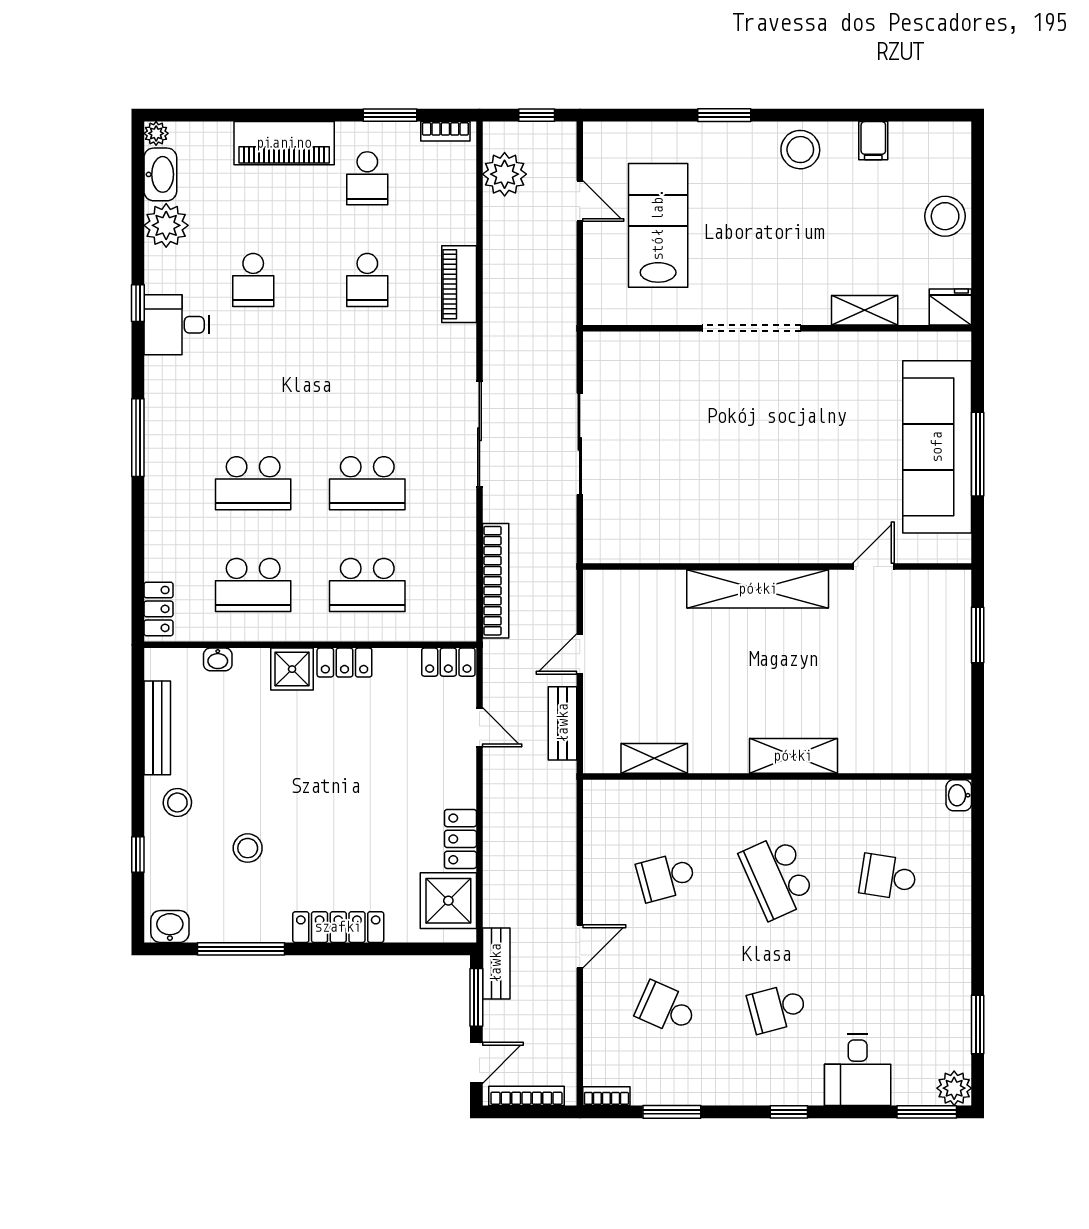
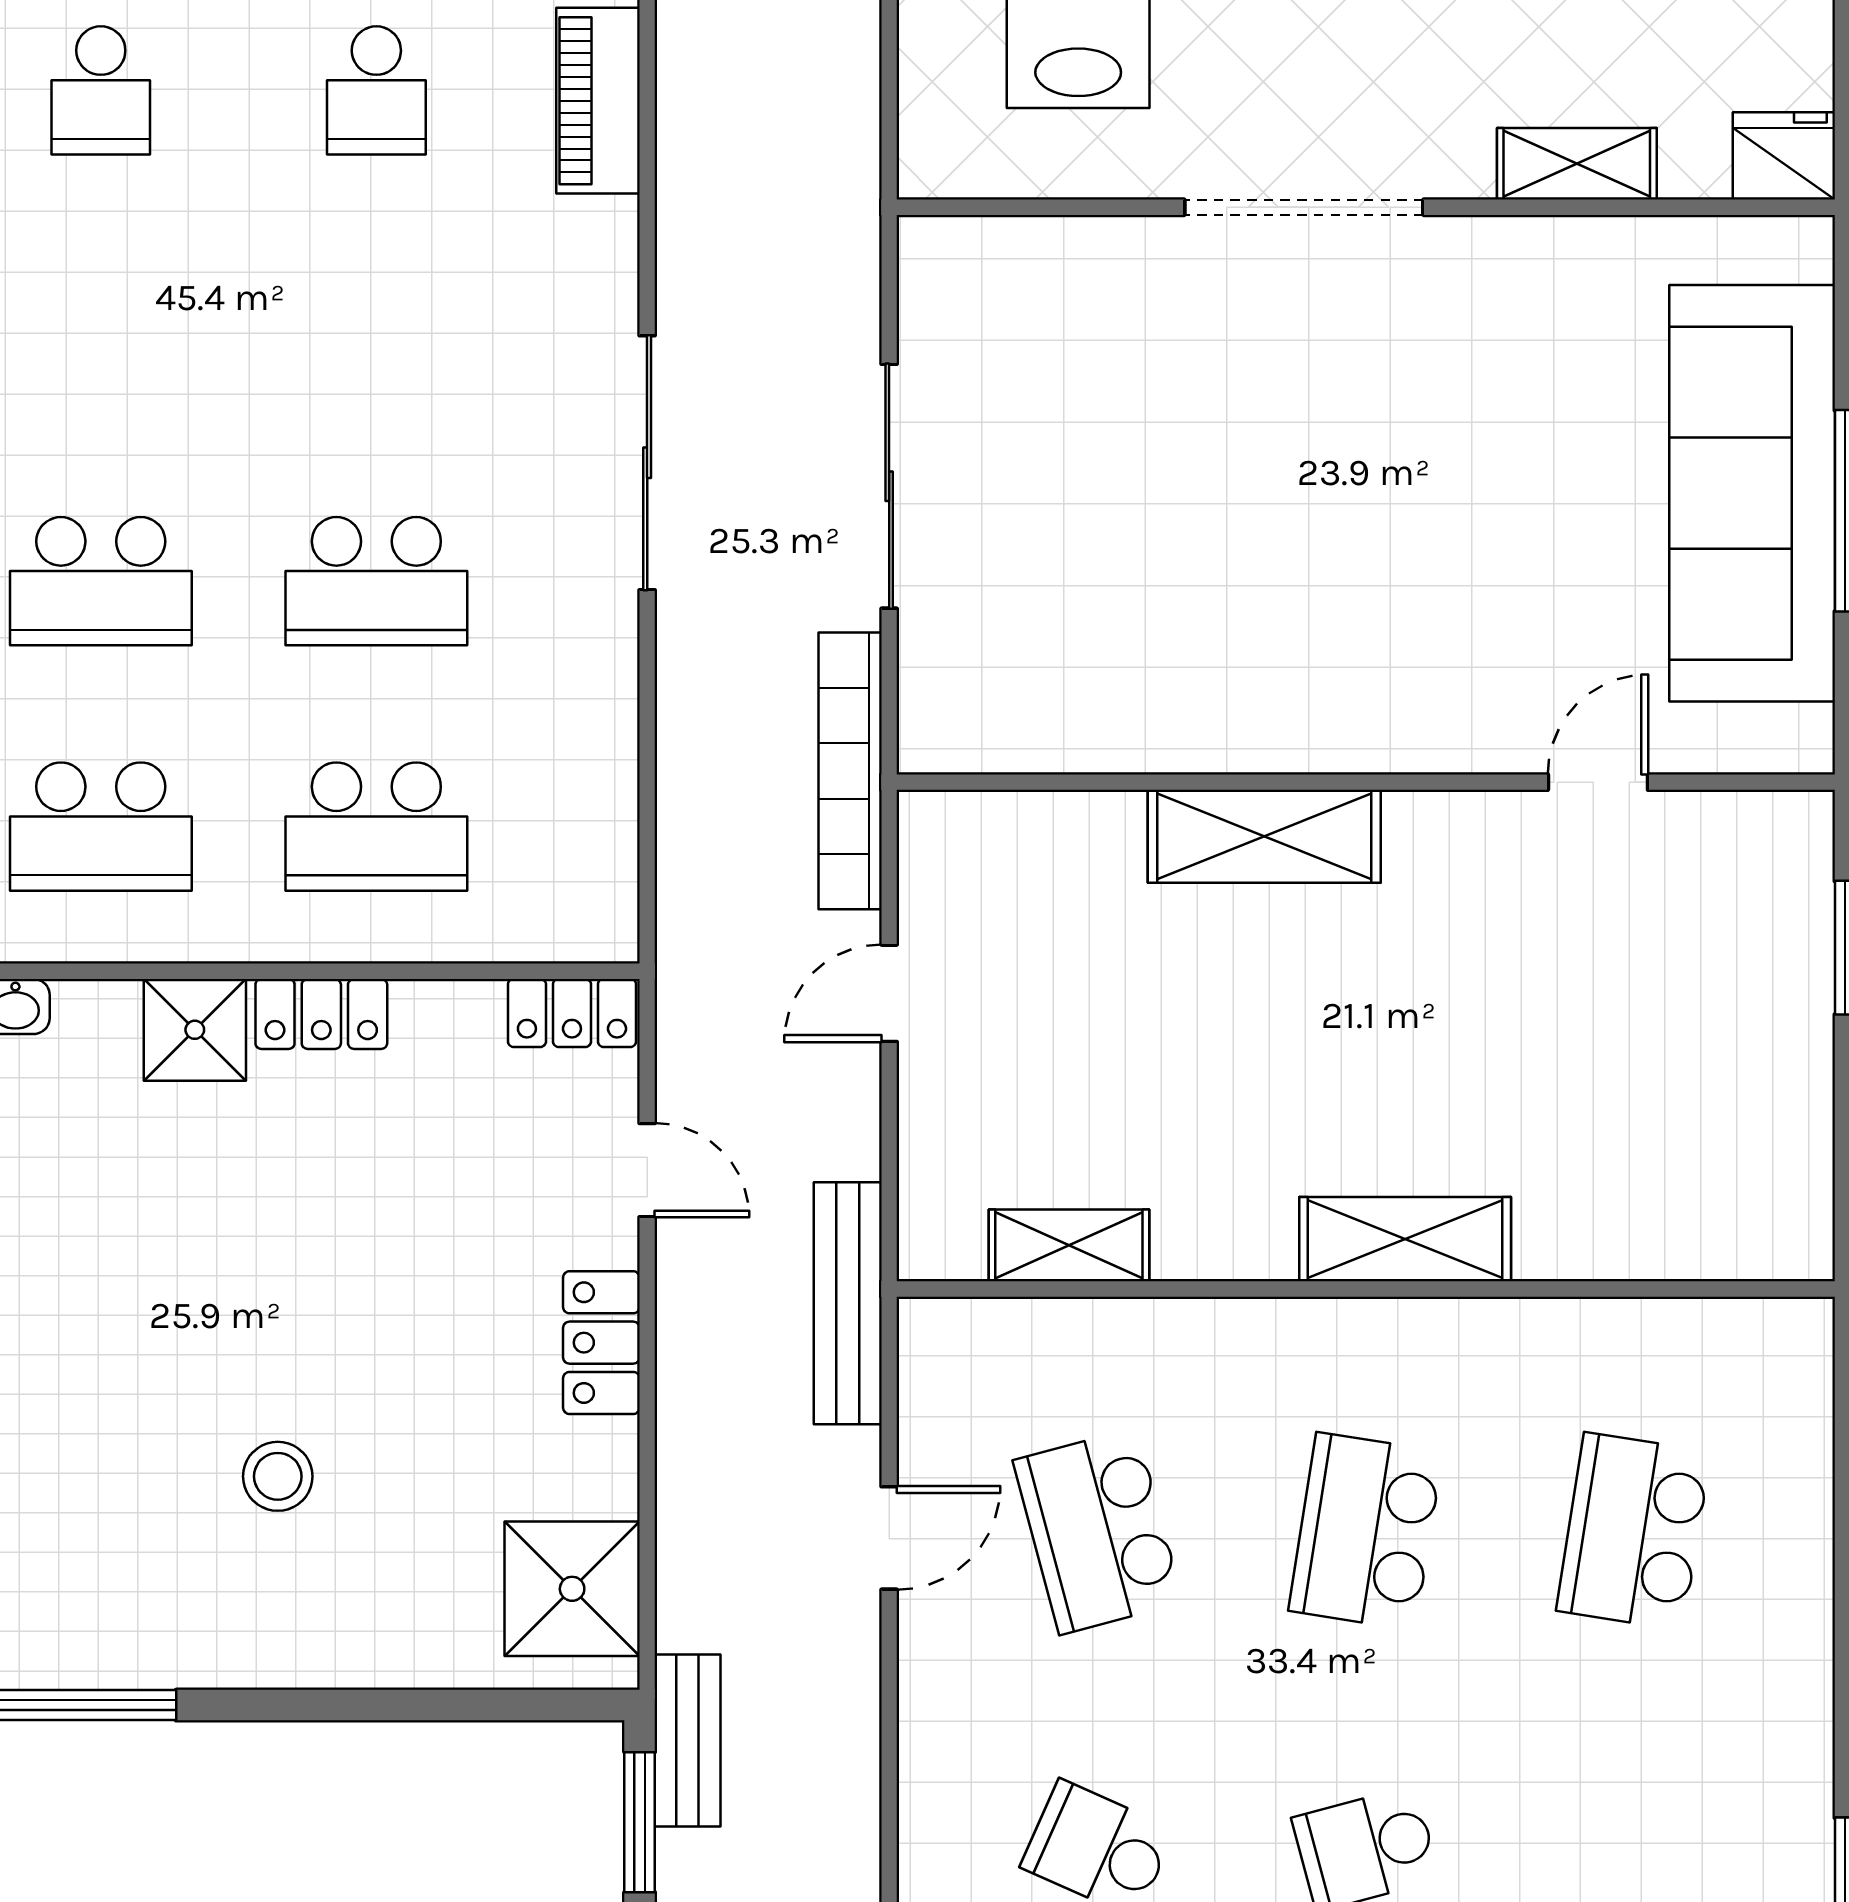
bookcase: (496, 581) -> (850, 771), moved, turned 180
shelving: (758, 589) -> (1264, 836), width x0.68
bench: (563, 723) -> (848, 1303), moved, width x1.36
washbasin: (959, 795) -> (1804, 1334), removed
locker: (461, 839) -> (601, 1343), moved
stool: (248, 848) -> (278, 1476), moved
school desk: (666, 877) -> (1098, 1531), width x1.85
school desk: (777, 877) -> (1366, 1531), turned 33
school desk: (888, 877) -> (1634, 1531), width x1.85
locker: (338, 927) -> (306, 1653), removed
door: (580, 946) -> (889, 1538), moved

